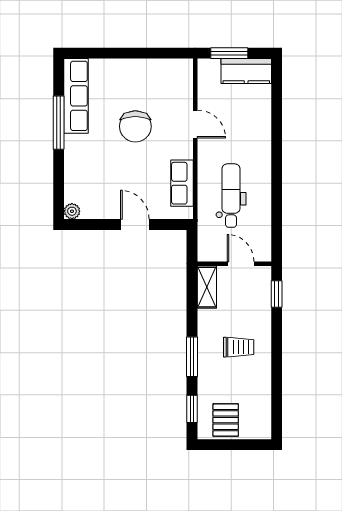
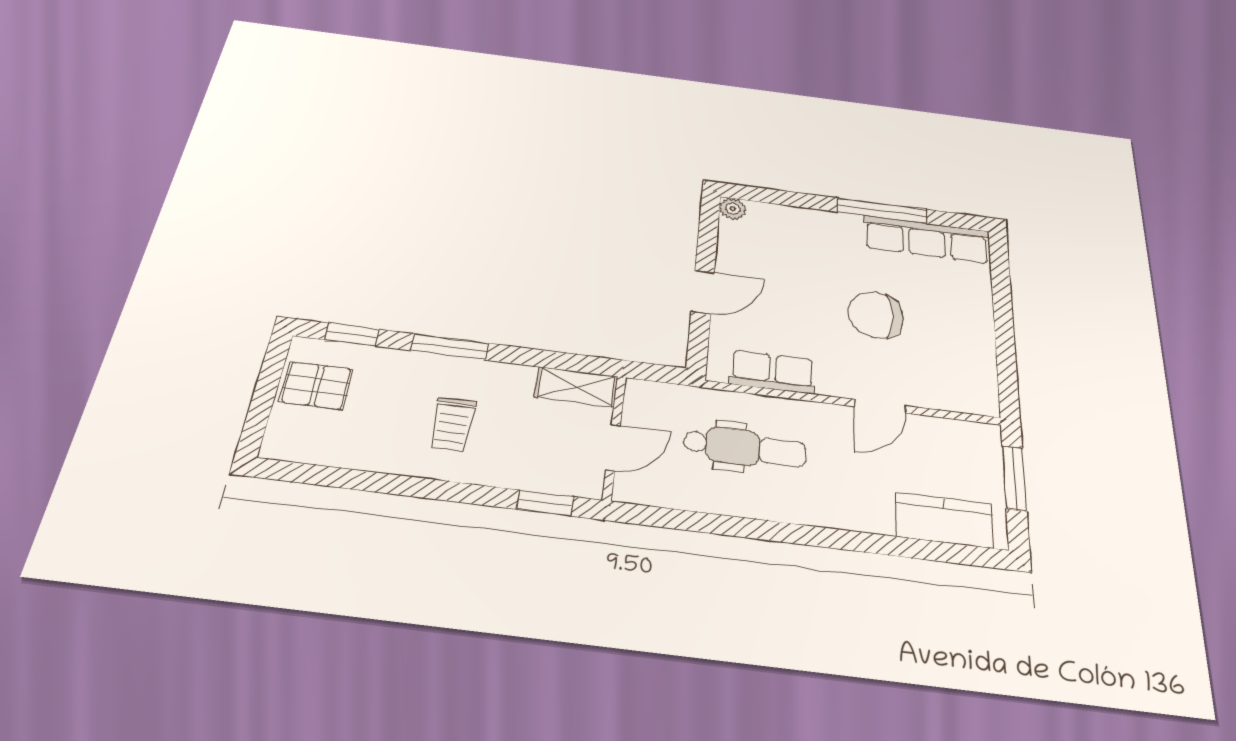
kitchen counter: (246, 71) -> (944, 520), moved, turned 90

